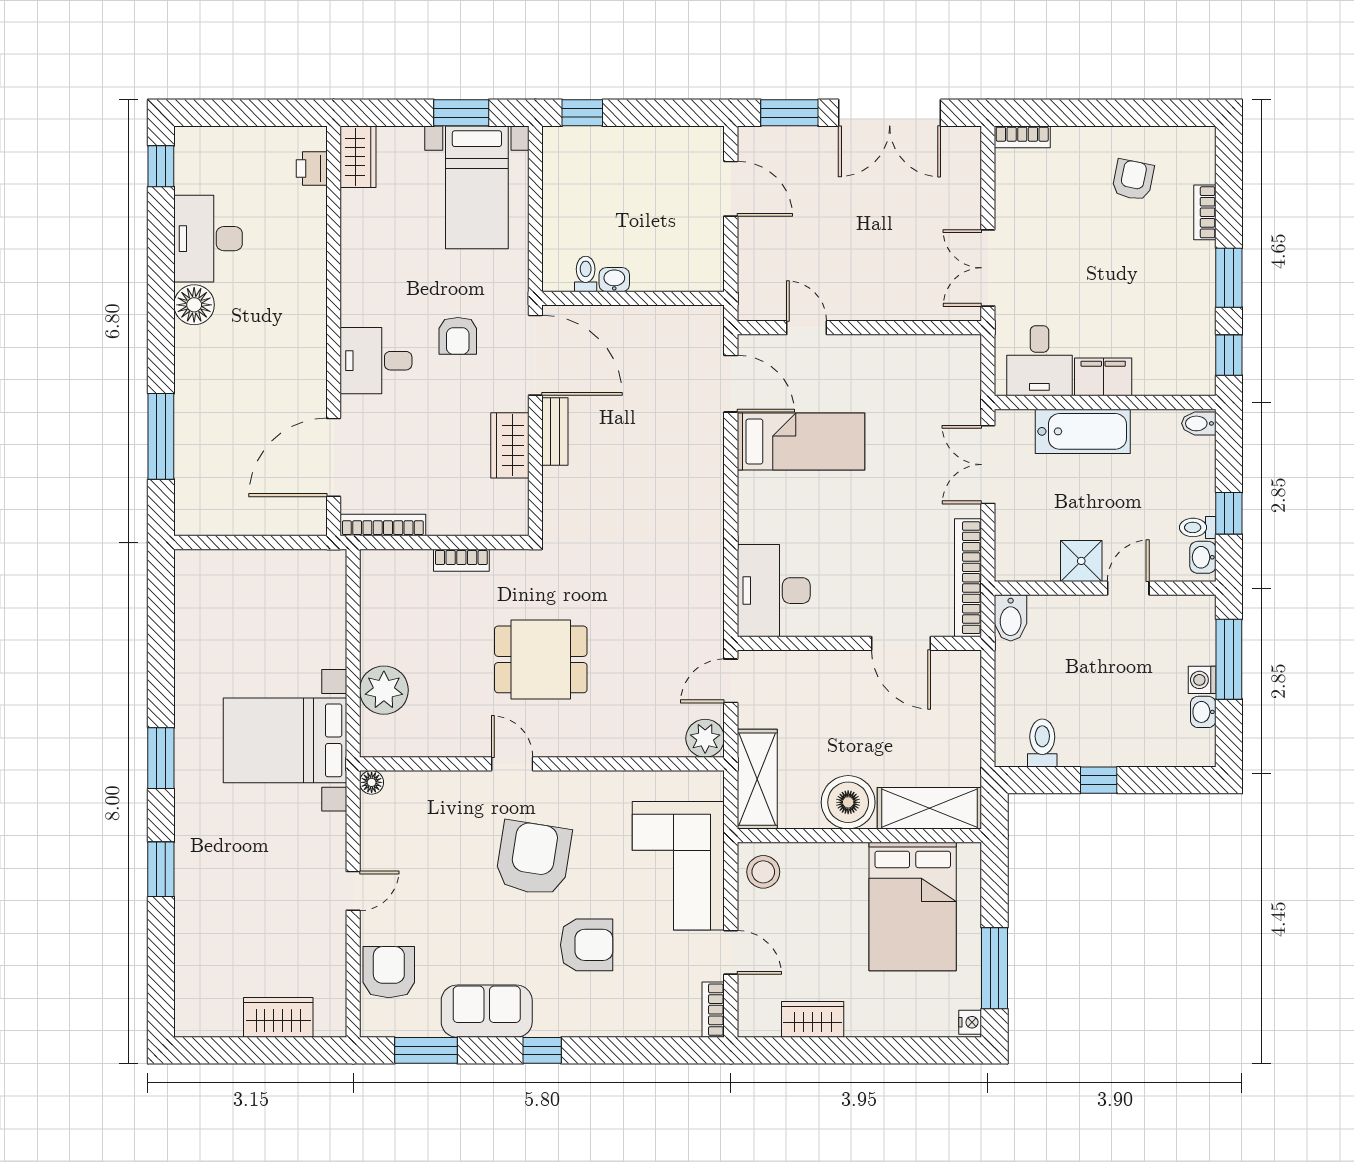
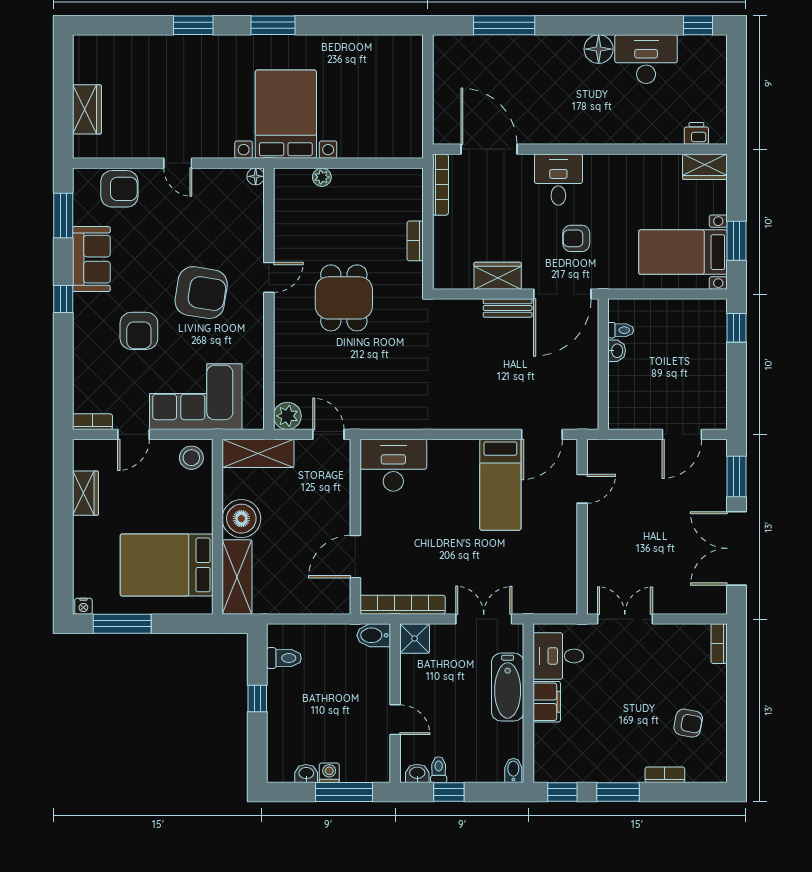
shower: (1081, 561) -> (415, 639), moved
plant: (384, 690) -> (322, 177), width x0.53, depth x0.53

